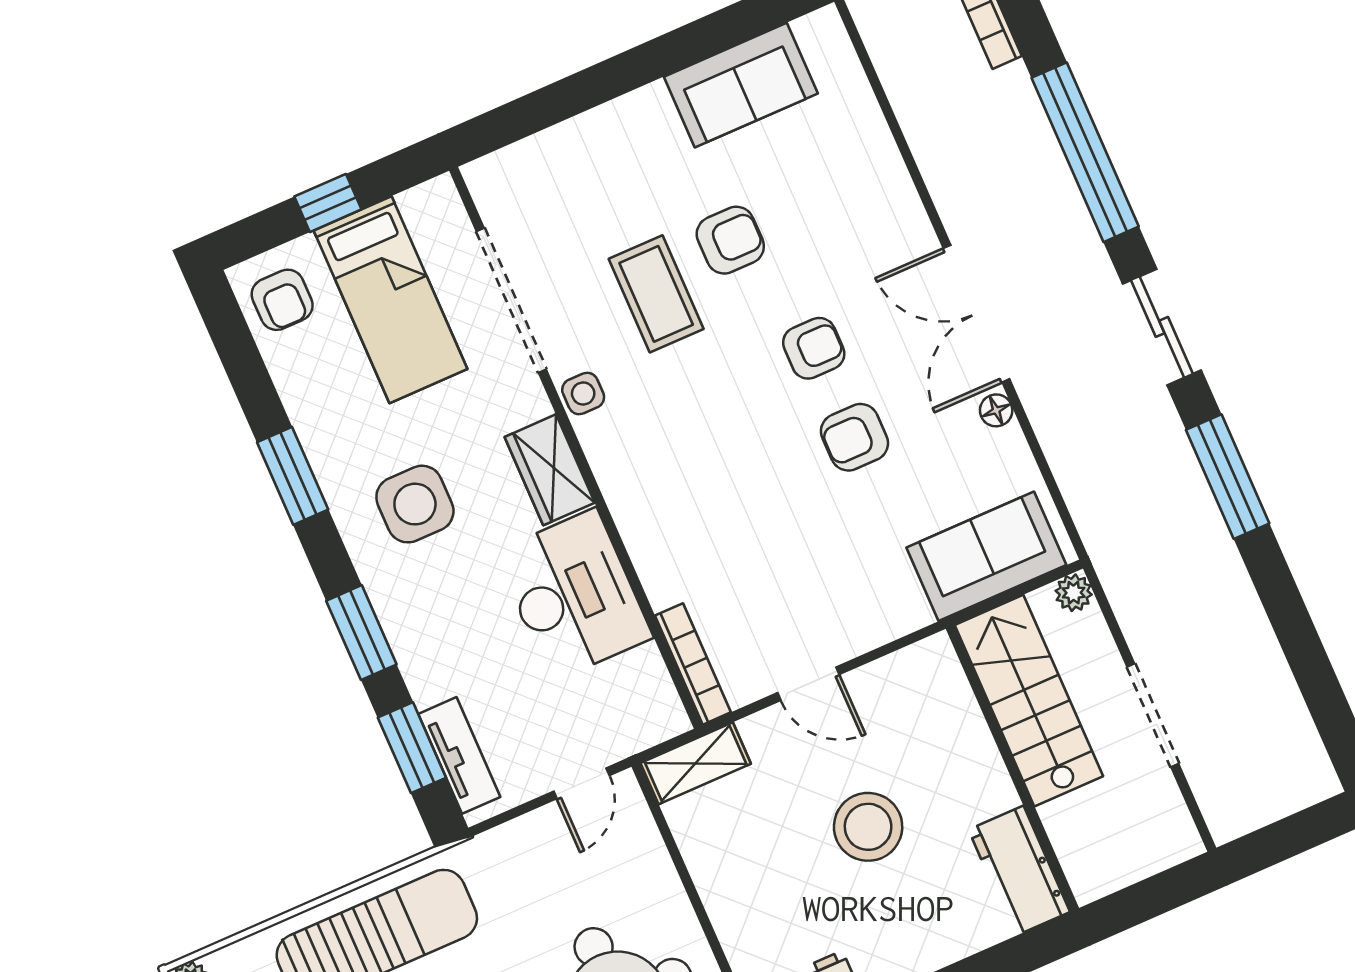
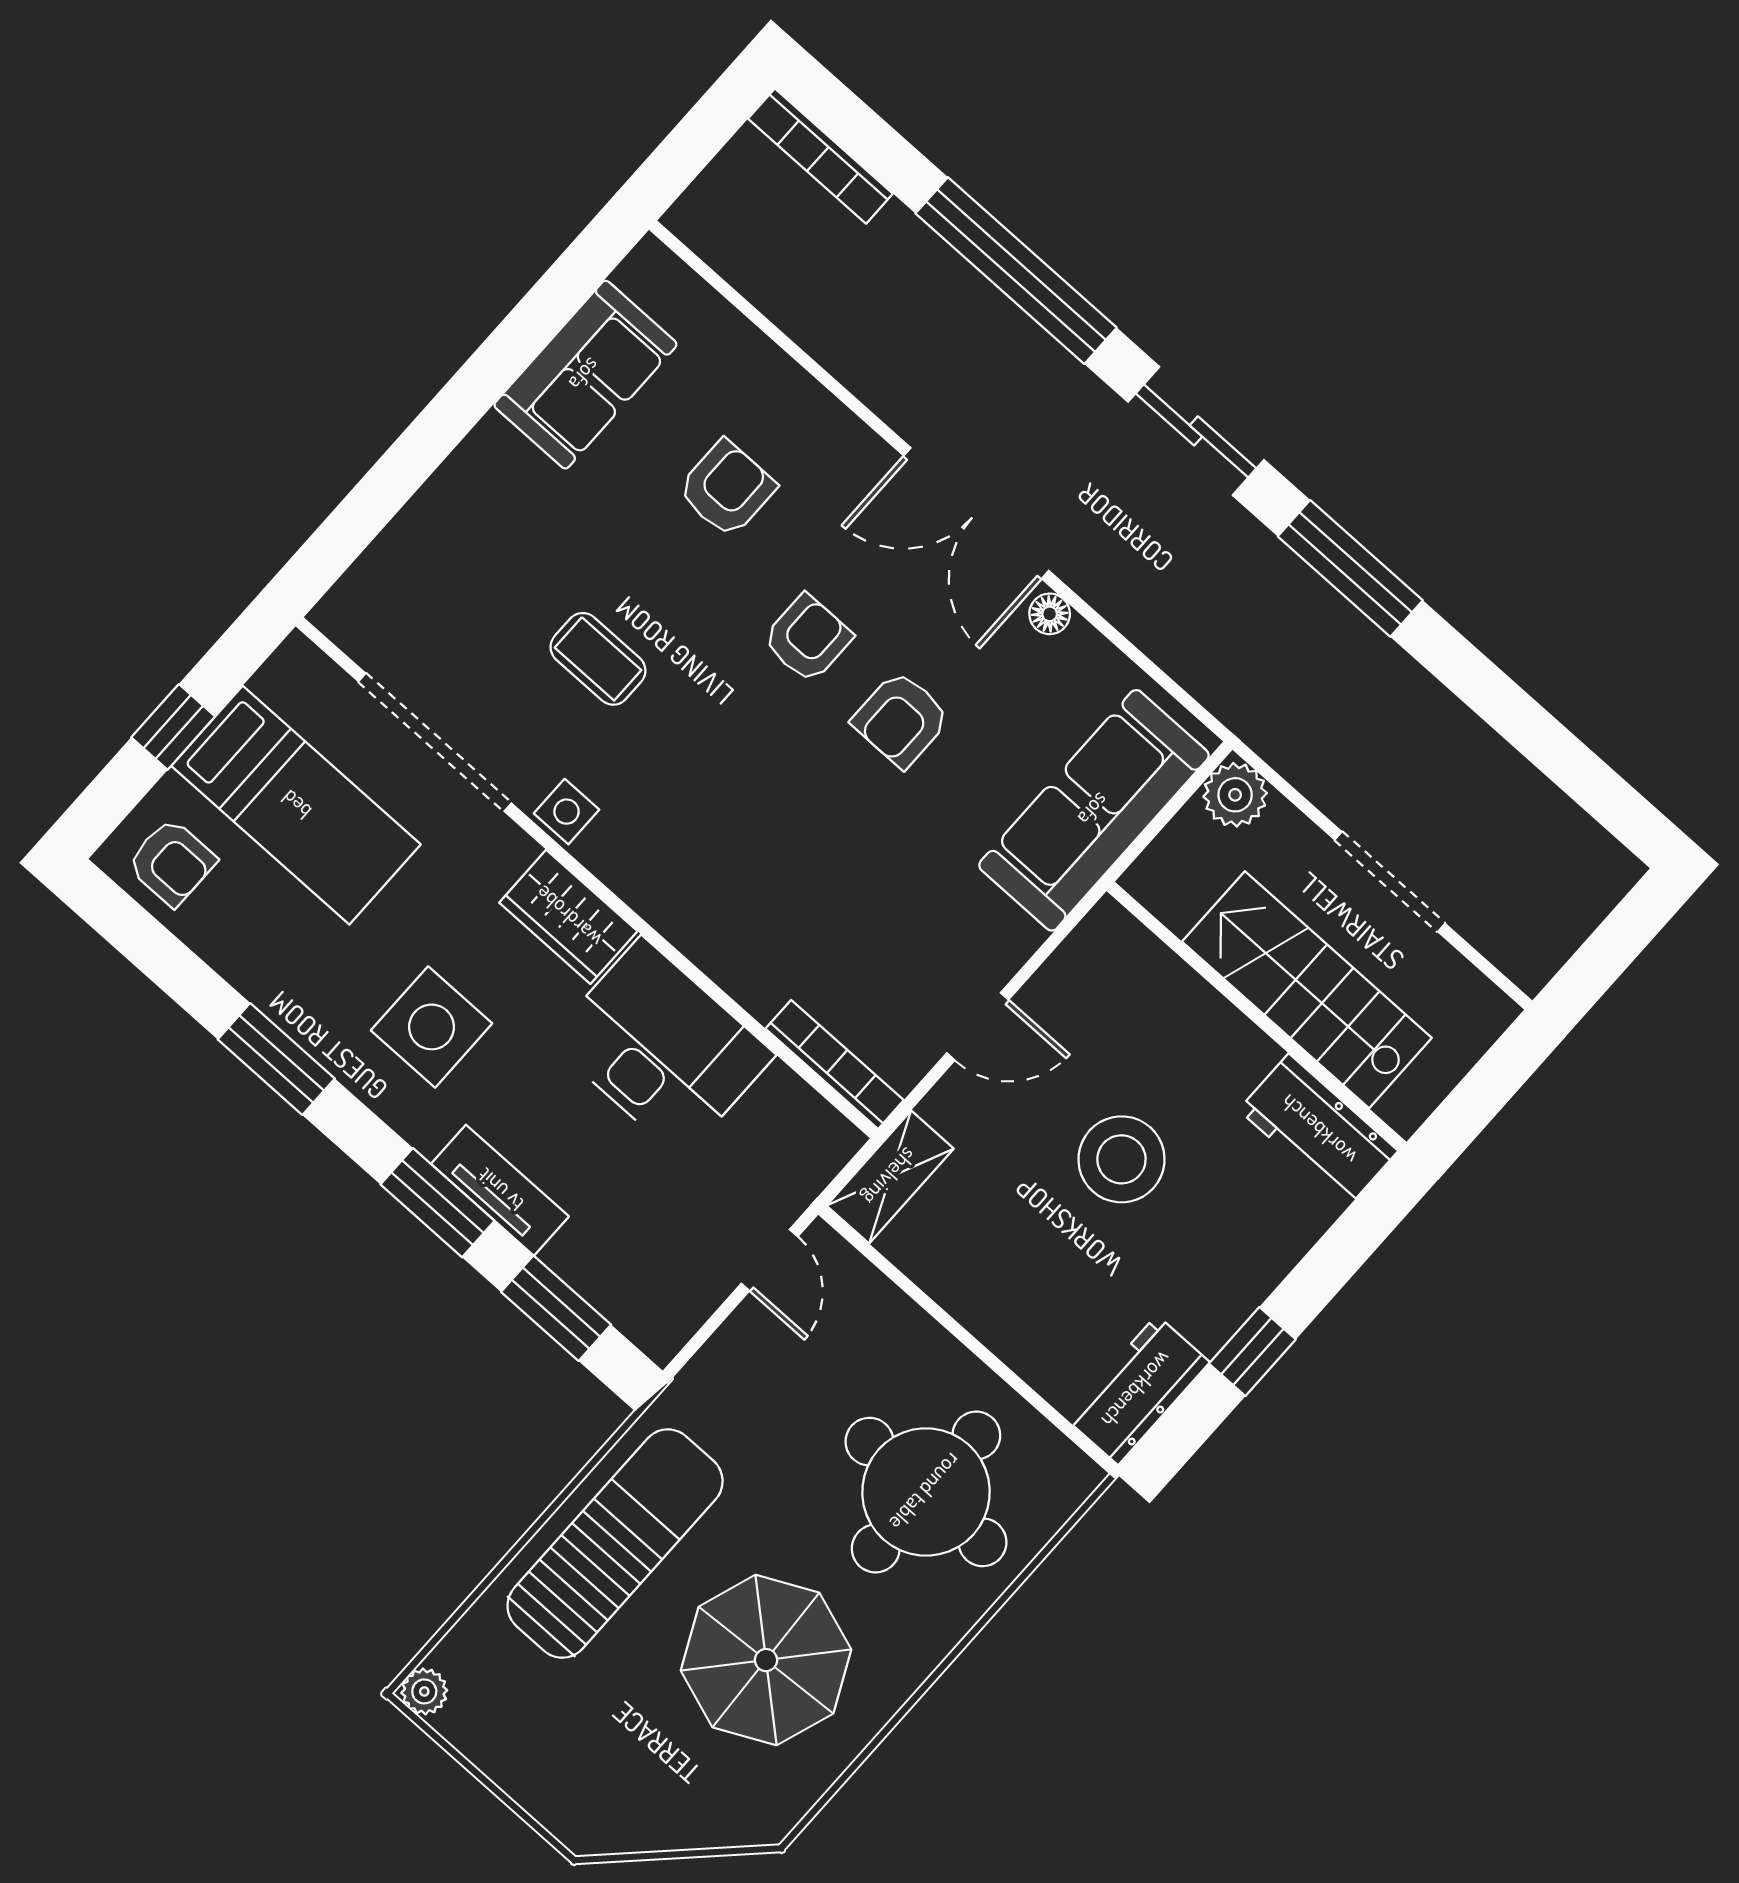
armchair: (730, 240) -> (727, 489), moved
coffee table: (656, 294) -> (598, 659), width x0.73, depth x0.77
sofa: (986, 556) -> (1094, 810), width x1.36
plant: (1074, 593) -> (1235, 795), width x1.38, depth x1.38
stairs: (1029, 701) -> (1307, 990), moved
tv unit: (459, 755) -> (500, 1190), moved

